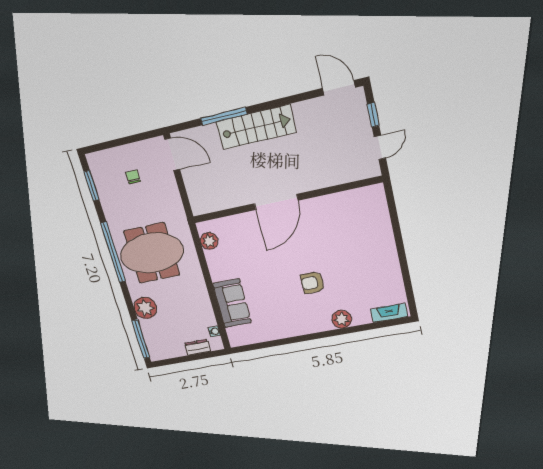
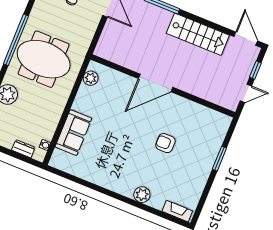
stairs: (256, 127) -> (198, 34), moved
window: (398, 234) -> (219, 159), added
armchair: (313, 283) -> (165, 143), moved

